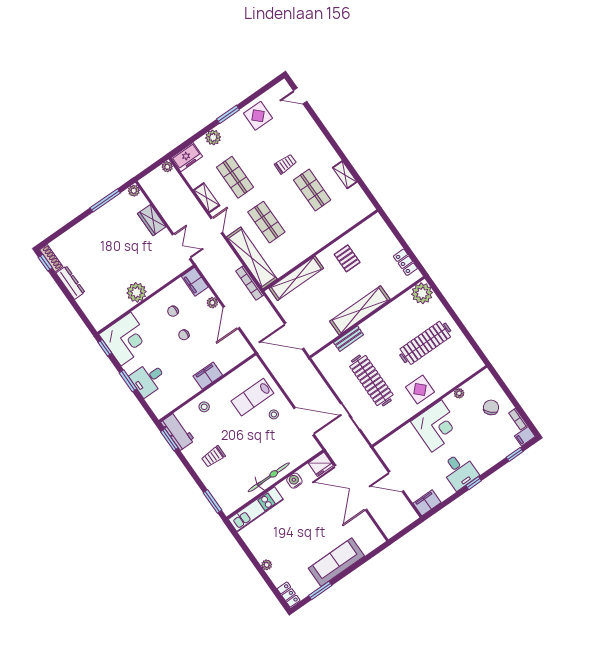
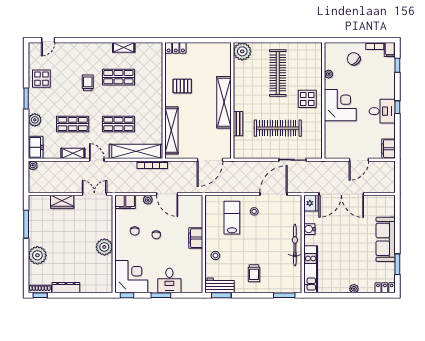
plant: (134, 191) -> (37, 255), moved, width x1.87, depth x1.87
locker: (405, 262) -> (176, 48), moved
lab bench: (252, 397) -> (232, 218), turned 180

